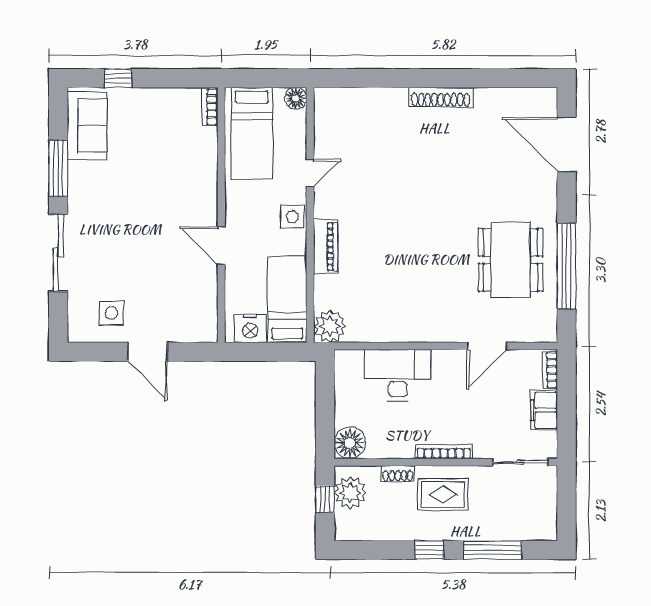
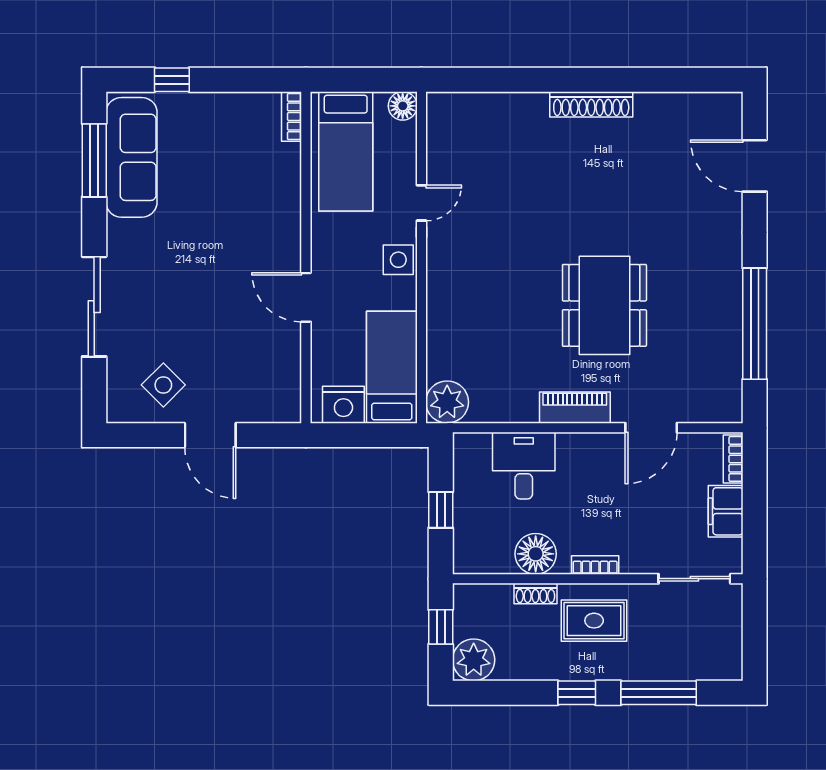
sofa: (87, 126) -> (132, 157), width x1.36
door: (567, 144) -> (755, 166), width x0.73
window: (58, 168) -> (94, 160), moved
piano: (326, 247) -> (575, 408), moved, turned -90
dining table: (511, 260) -> (604, 305), moved
side table: (111, 313) -> (163, 385), turned 45
desk: (398, 375) -> (524, 466), width x0.73
window: (325, 409) -> (441, 510), added
floor lamp: (350, 443) -> (536, 554), moved
bookcase: (444, 452) -> (595, 565), width x0.64
plant: (350, 493) -> (474, 660), moved

